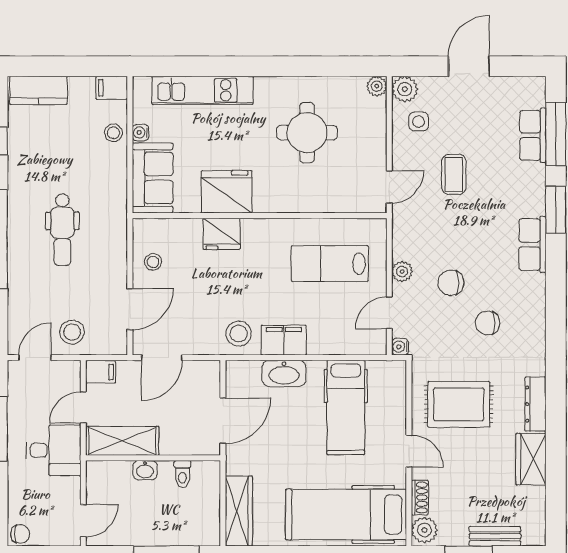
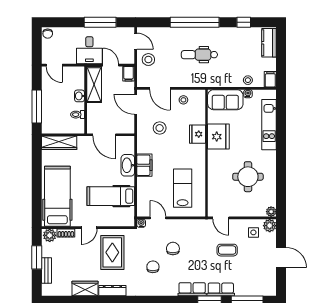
row of seats: (533, 135) -> (221, 289), moved
plant: (402, 272) -> (179, 224), removed
stool: (239, 334) -> (160, 128), moved

